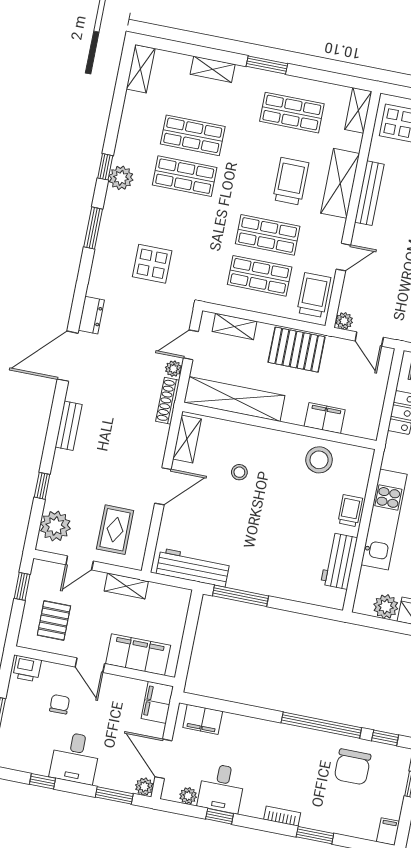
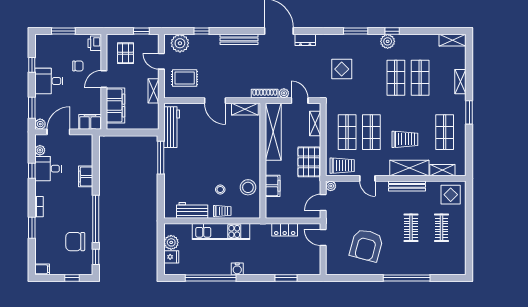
shelving: (358, 110) -> (442, 170), moved
bench: (69, 426) -> (239, 39), width x1.36
stool: (239, 472) -> (220, 190), moved
pallet: (54, 620) -> (125, 53), turned 90
filing cabinet: (203, 719) -> (86, 176), moved

